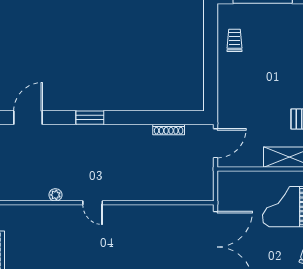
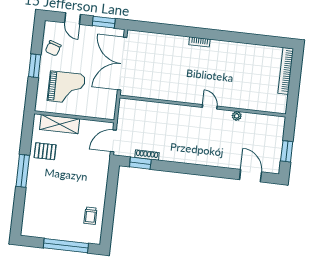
door: (28, 118) -> (251, 176), swing flipped
window: (90, 118) -> (140, 163), moved

